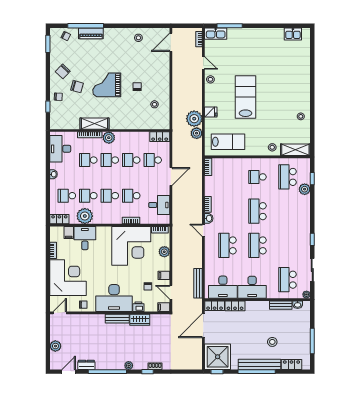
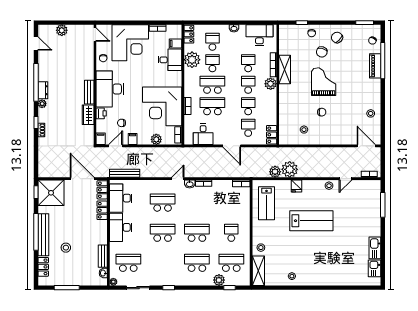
kitchen sink: (216, 34) -> (375, 248), moved
school desk: (110, 196) -> (212, 85), width x1.85
school desk: (131, 196) -> (212, 106), width x1.85
school desk: (287, 211) -> (197, 263), added
dresser: (86, 365) -> (43, 90), moved

